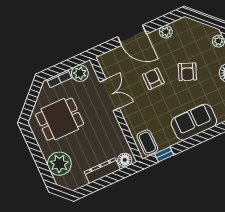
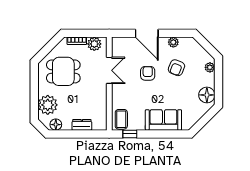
armchair: (187, 72) -> (176, 68), moved
floor lamp: (125, 160) -> (56, 125), moved
dresser: (102, 171) -> (82, 125), width x0.70

